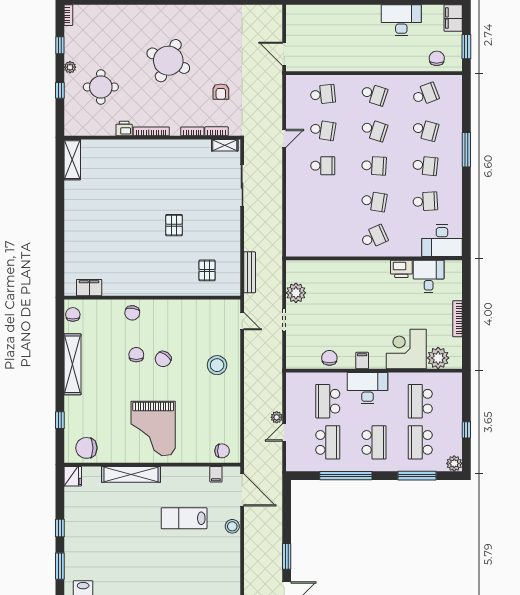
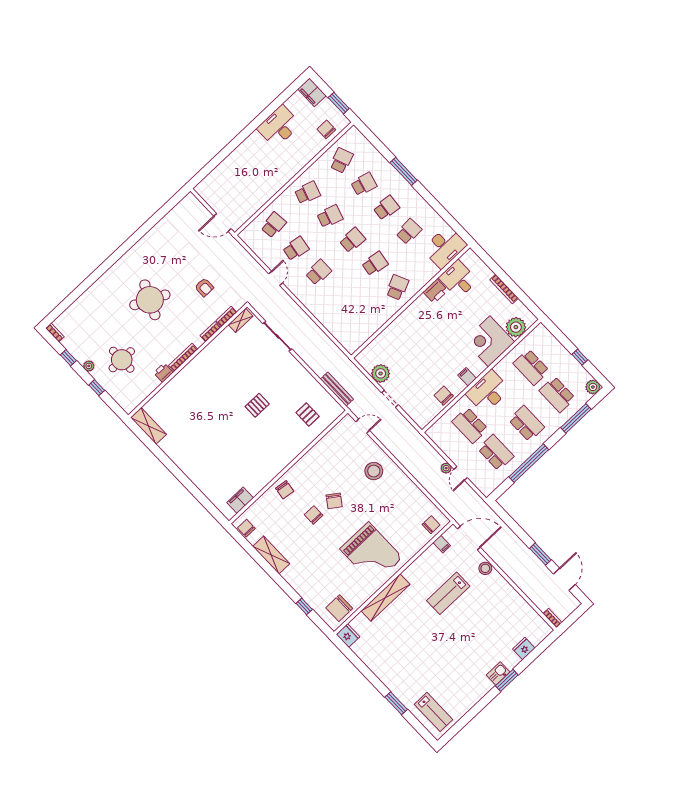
pallet: (174, 225) -> (257, 405), turned 90
shelving: (72, 364) -> (271, 555), width x0.68
window: (60, 528) -> (372, 678), removed

